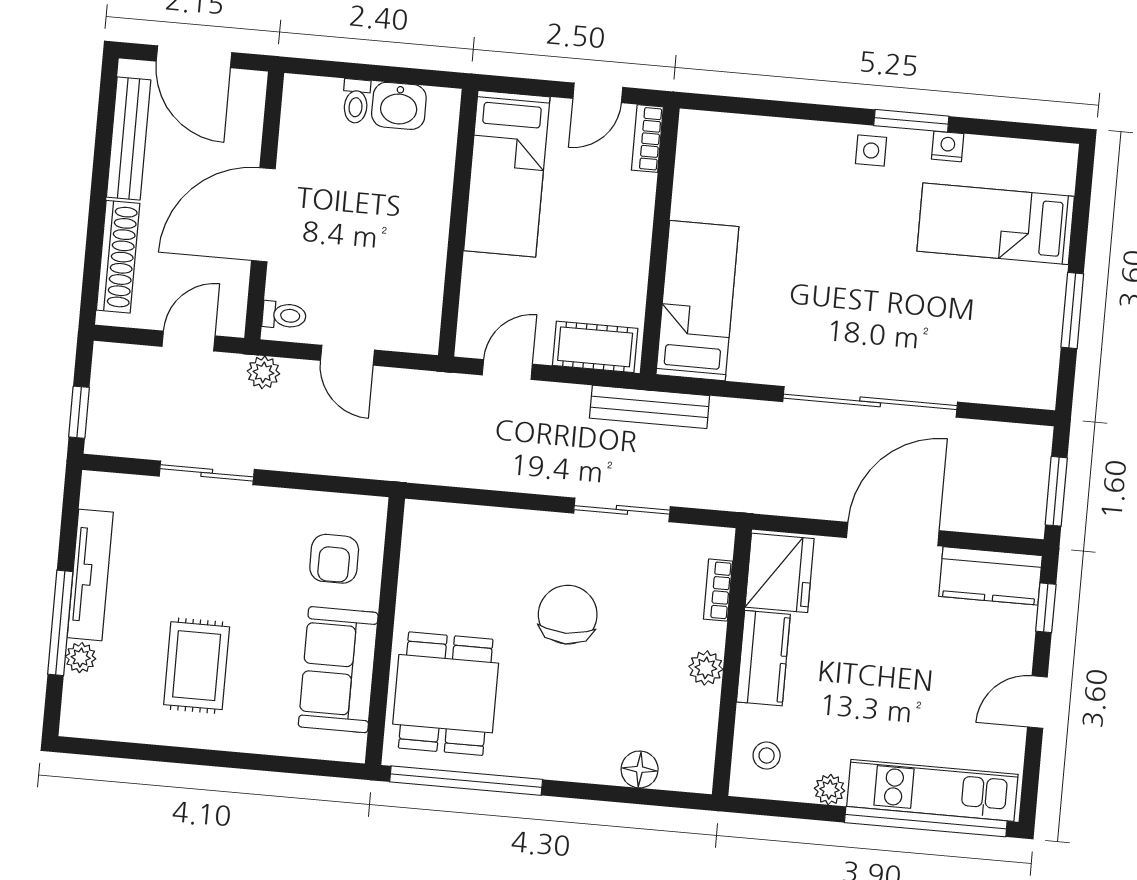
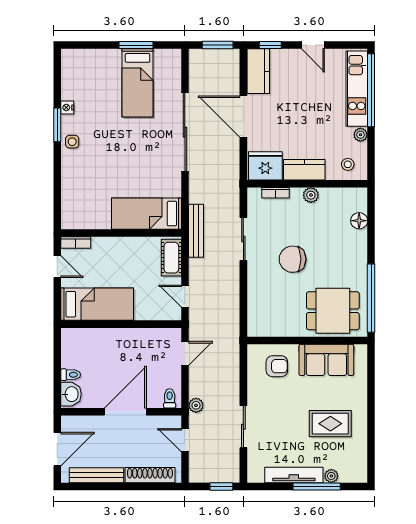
washbasin: (399, 106) -> (71, 394), moved
door: (263, 215) -> (125, 412), swing flipped
bed: (996, 224) -> (138, 83), moved
door: (347, 355) -> (185, 353), moved

